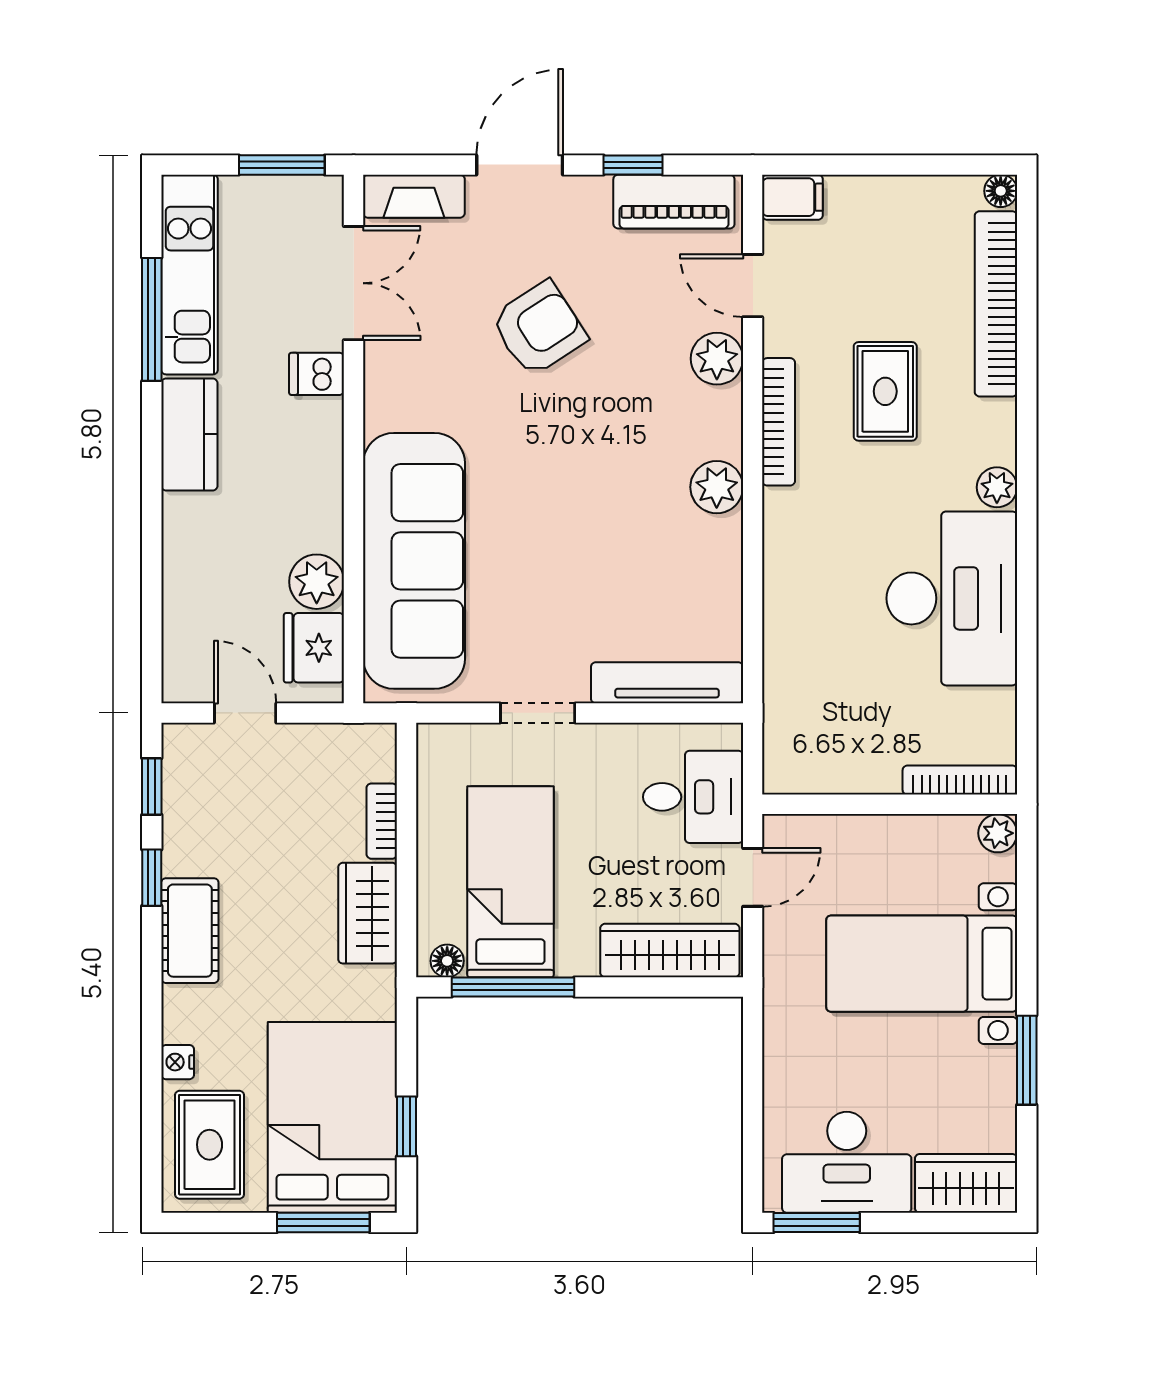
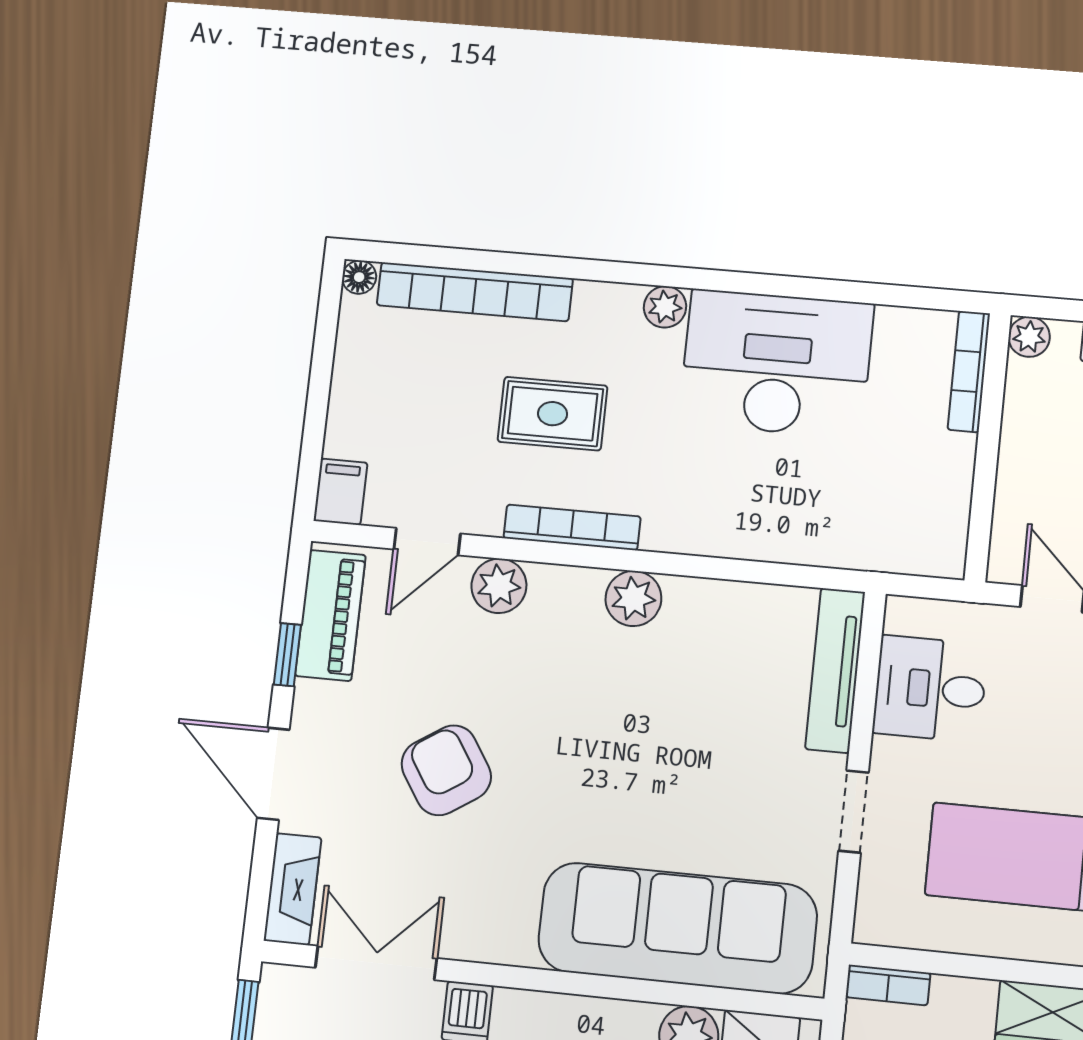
desk: (693, 797) -> (930, 689), moved, turned -90
bookcase: (382, 821) -> (888, 985), moved

